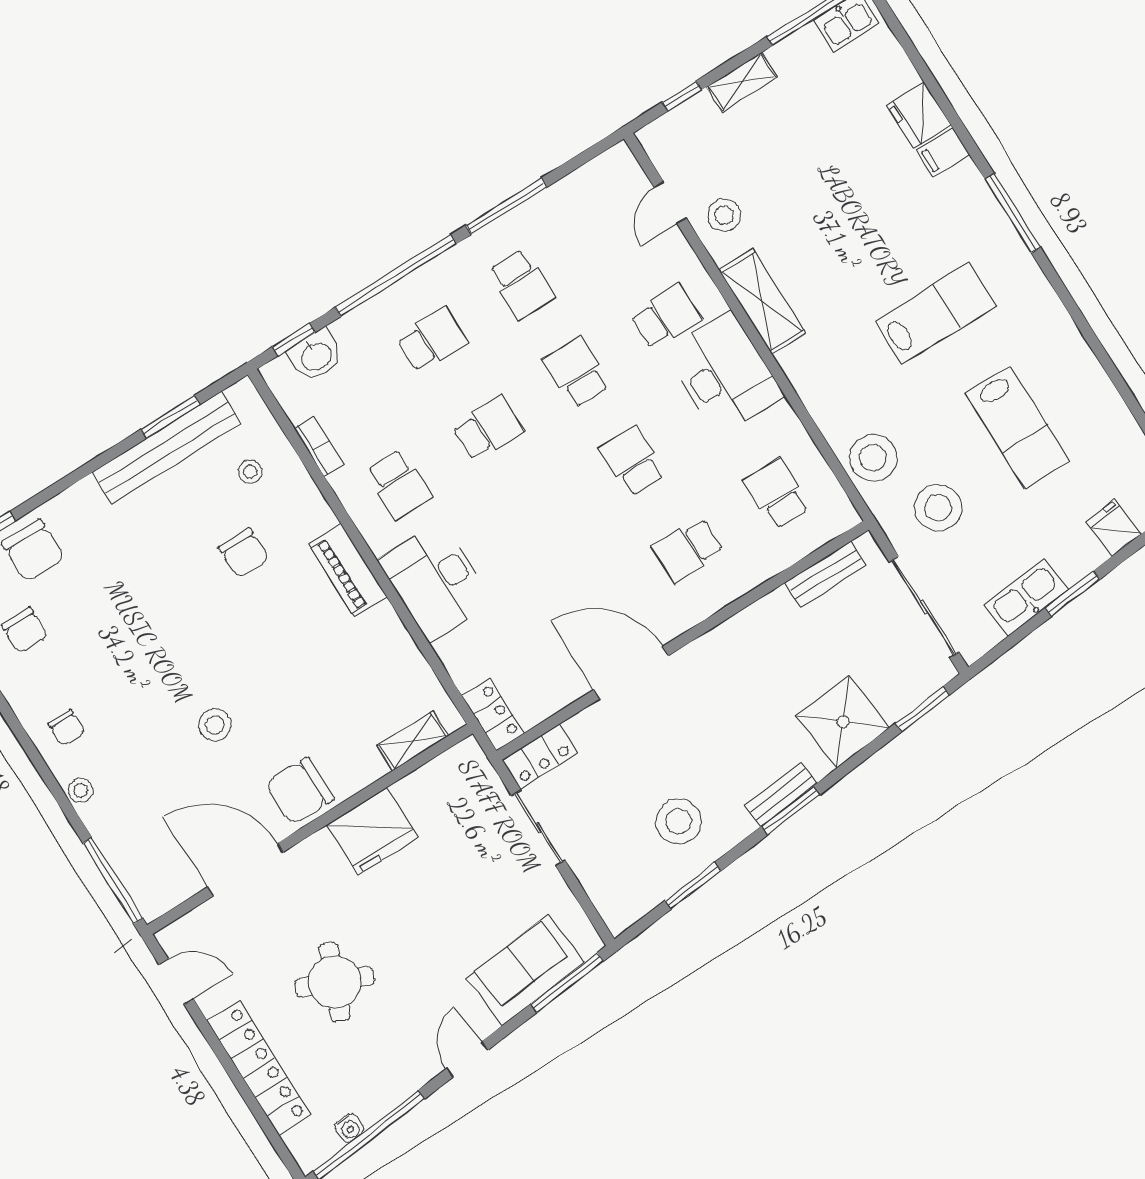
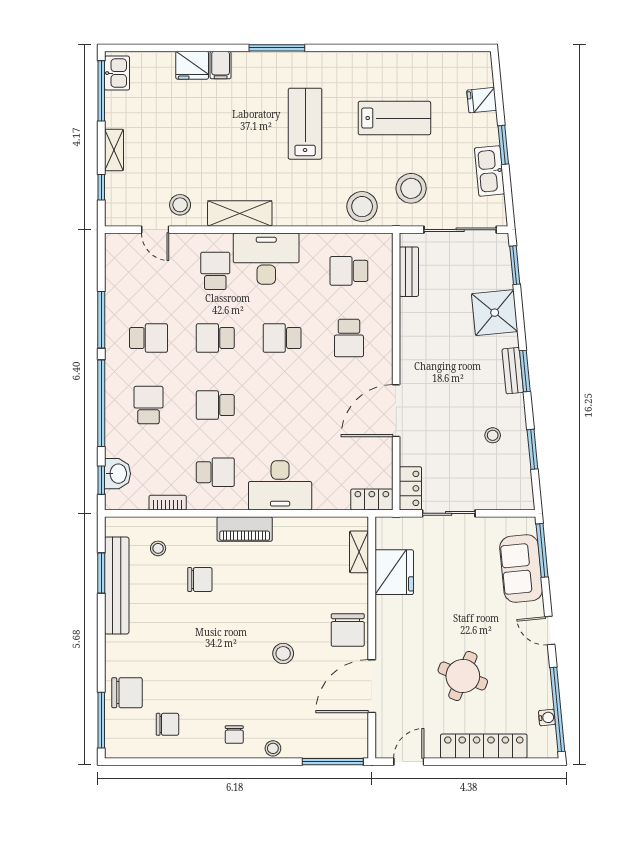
school desk: (488, 428) -> (215, 405), turned -90
chair: (67, 728) -> (234, 735), turned 91
stool: (678, 821) -> (493, 435), width x0.53, depth x0.53
fridge: (372, 831) -> (394, 572), moved

